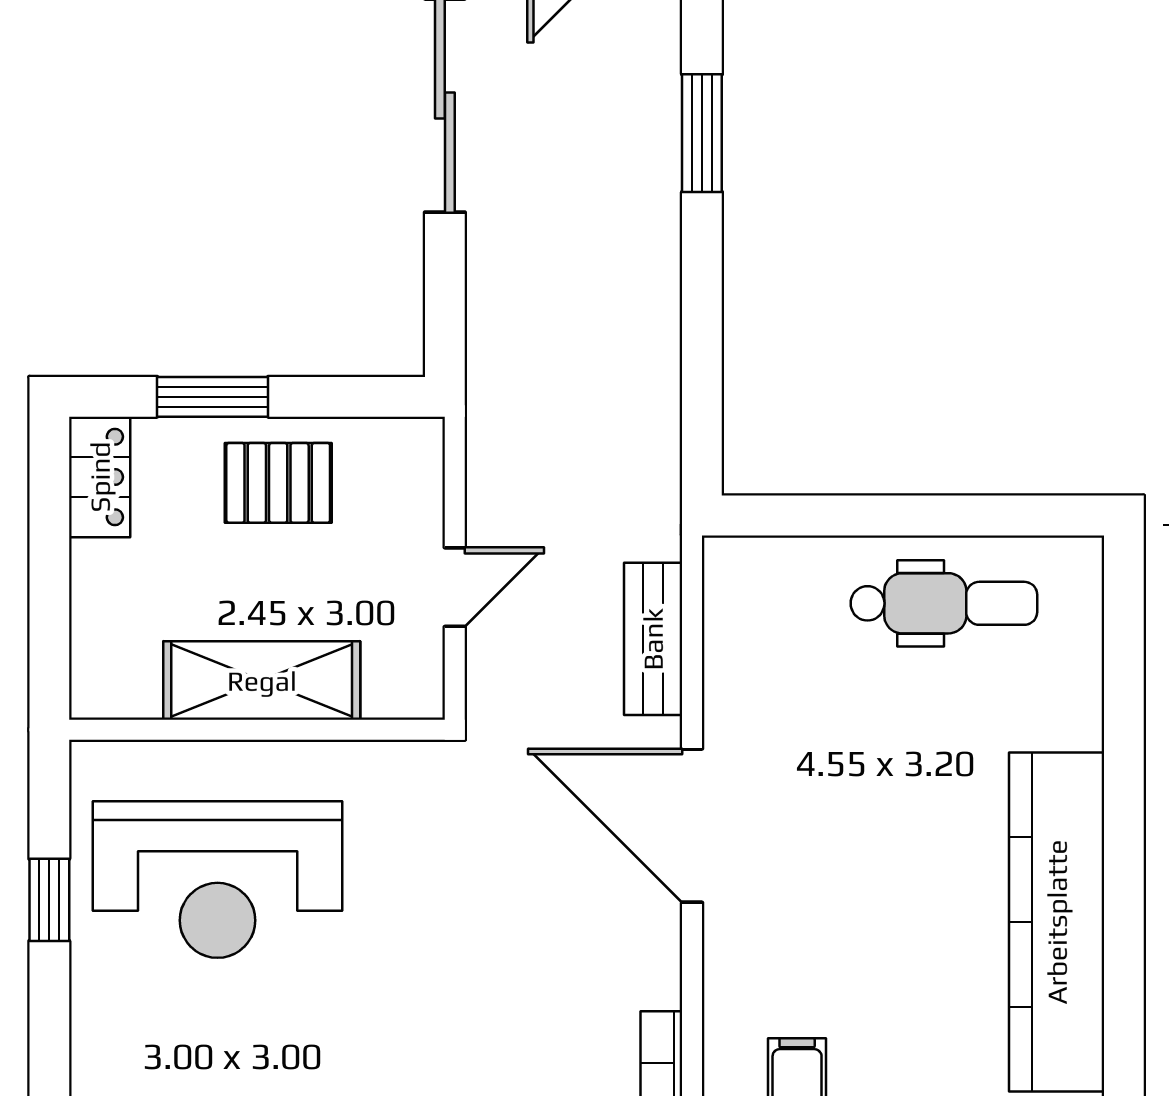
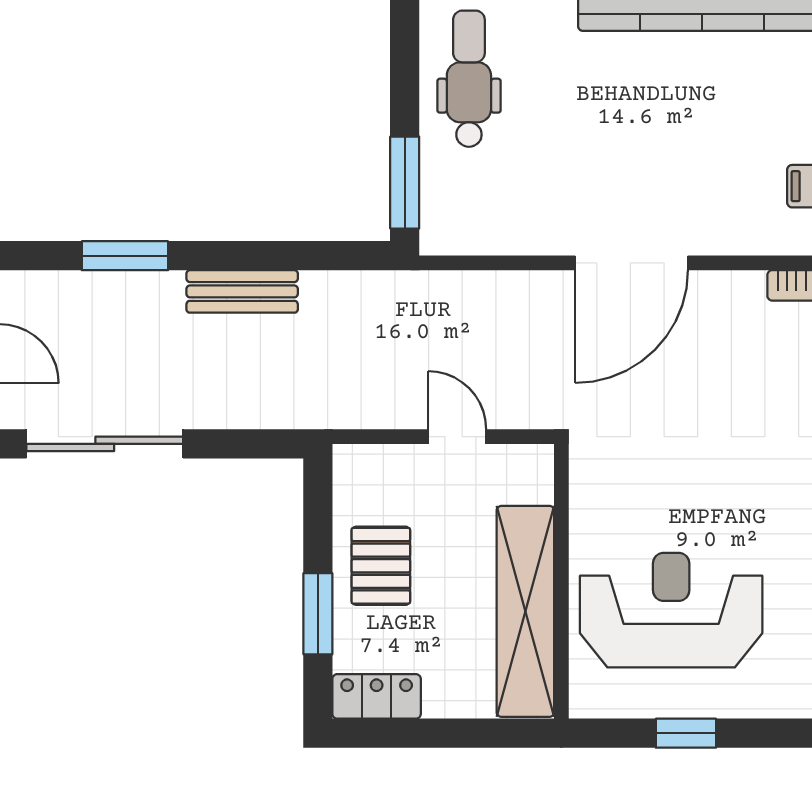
window: (802, 515) -> (405, 183), added
bench: (653, 639) -> (242, 291), moved
shelving: (262, 681) -> (525, 611), width x1.47
reception desk: (218, 880) -> (671, 610), turned -90

